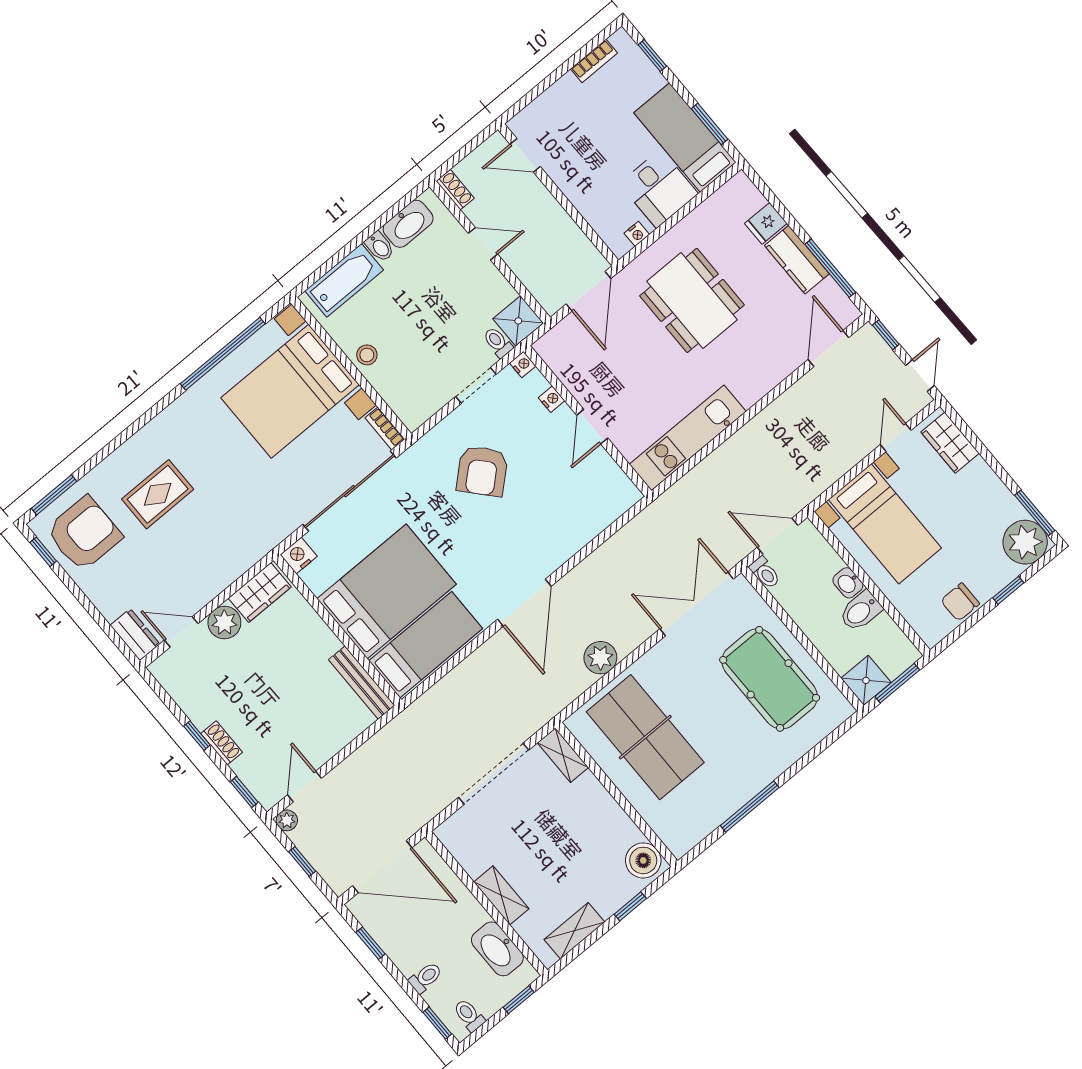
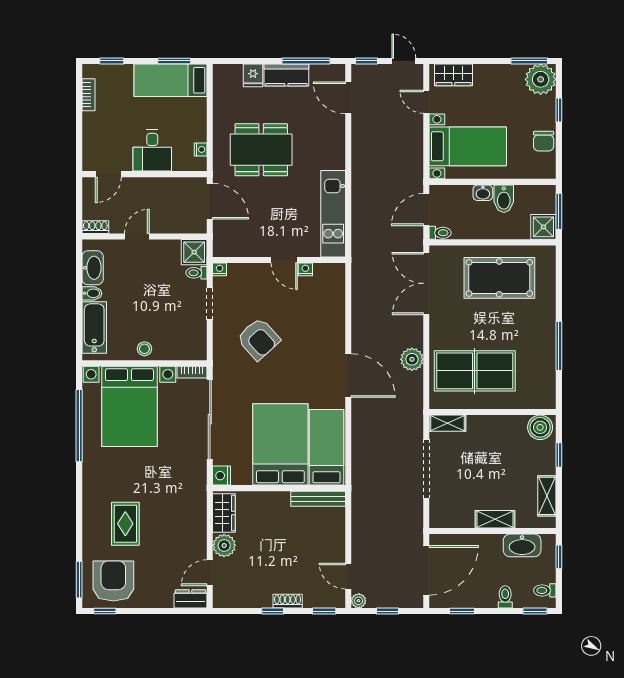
desk: (659, 189) -> (152, 151), moved, turned 90
nightstand: (552, 399) -> (305, 269), moved

